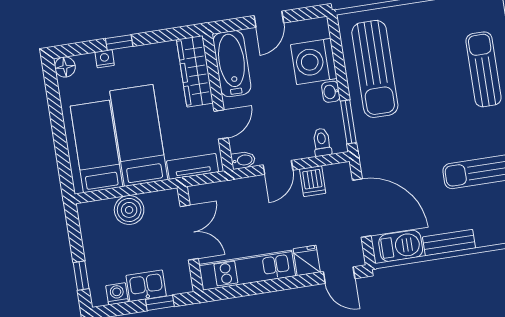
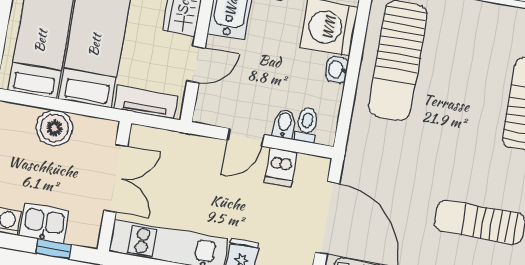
window: (348, 122) -> (346, 112), removed
bidet: (243, 160) -> (284, 124), moved, turned -90

